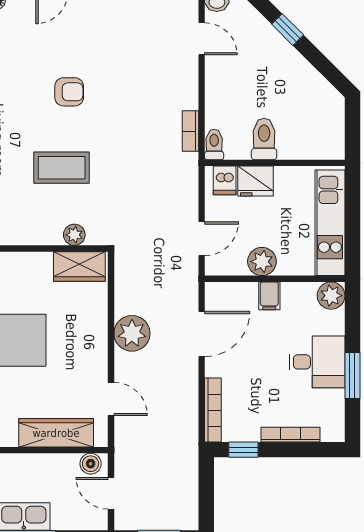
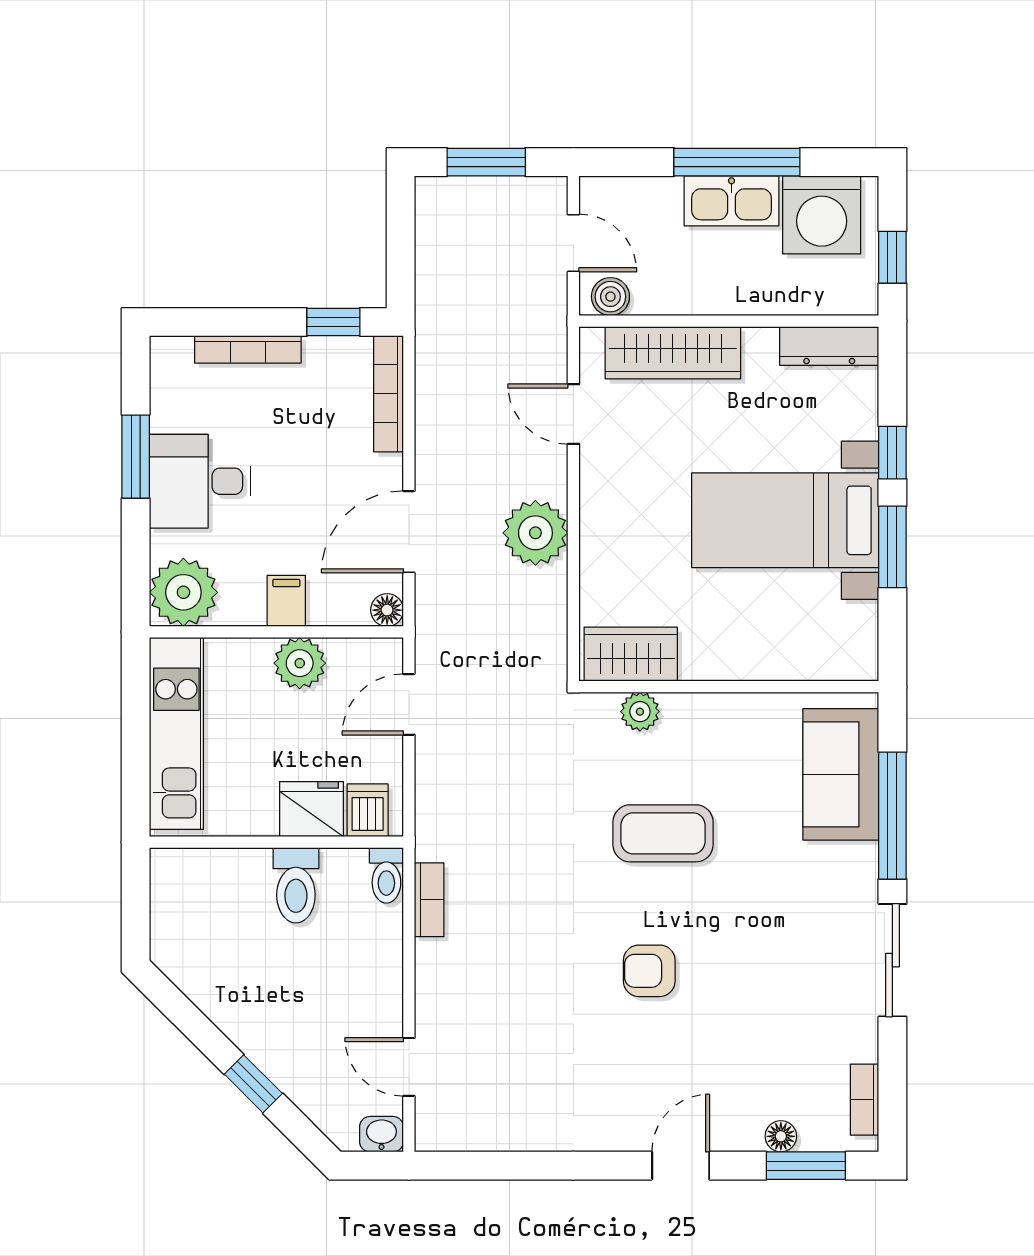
floor lamp: (214, 291) -> (387, 610), added
plant: (331, 296) -> (183, 592), width x1.36, depth x1.36

